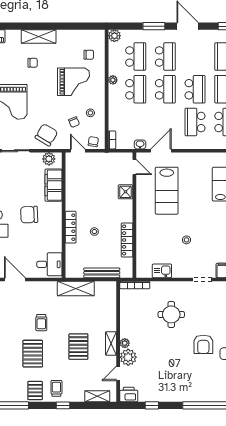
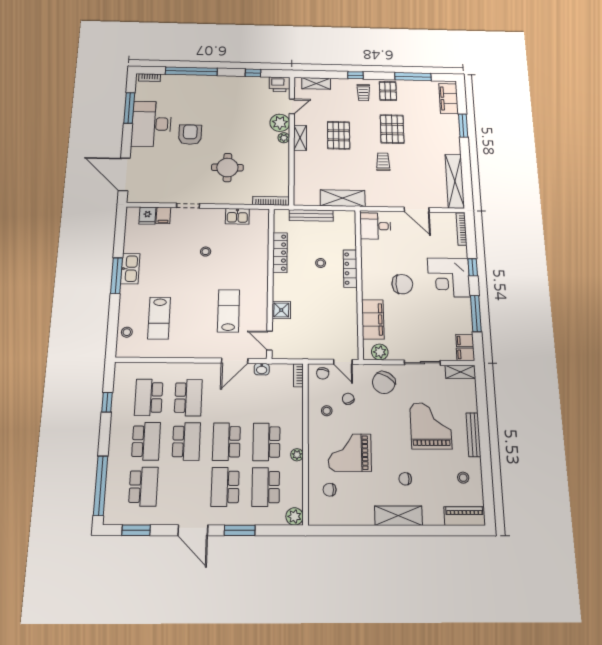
school desk: (195, 89) -> (186, 441), turned 180
lab bench: (167, 191) -> (229, 311), width x0.73, depth x0.72

